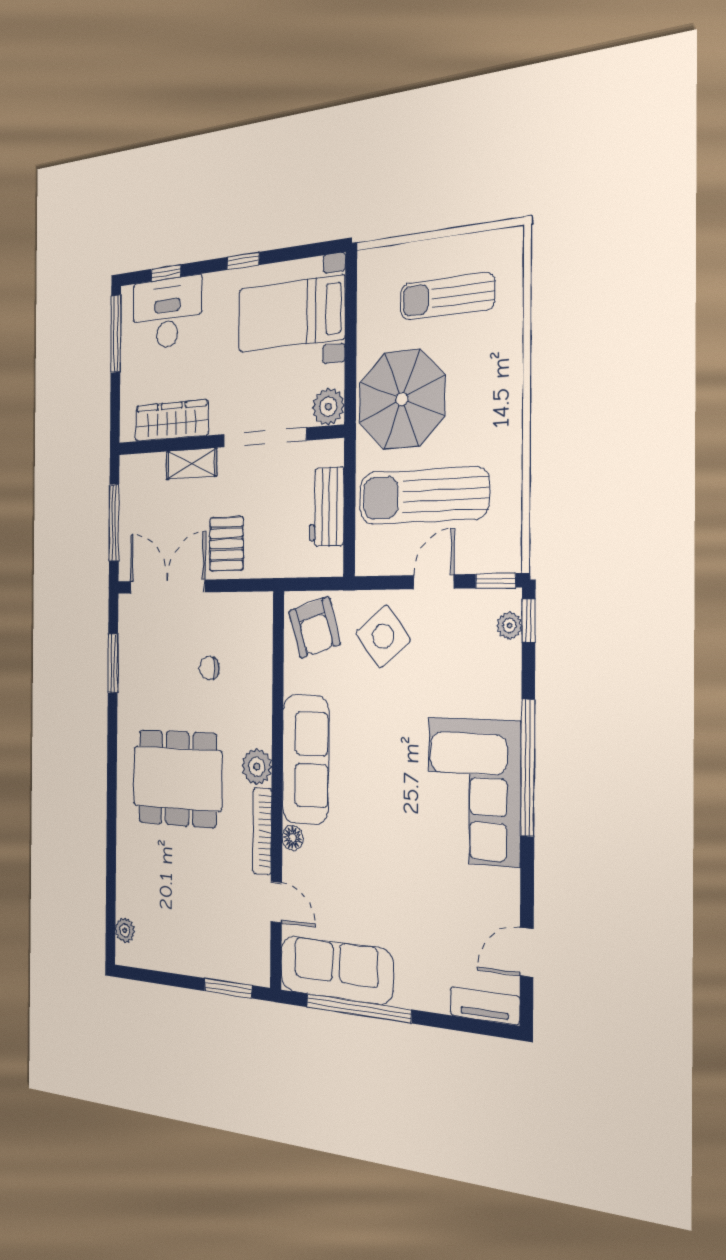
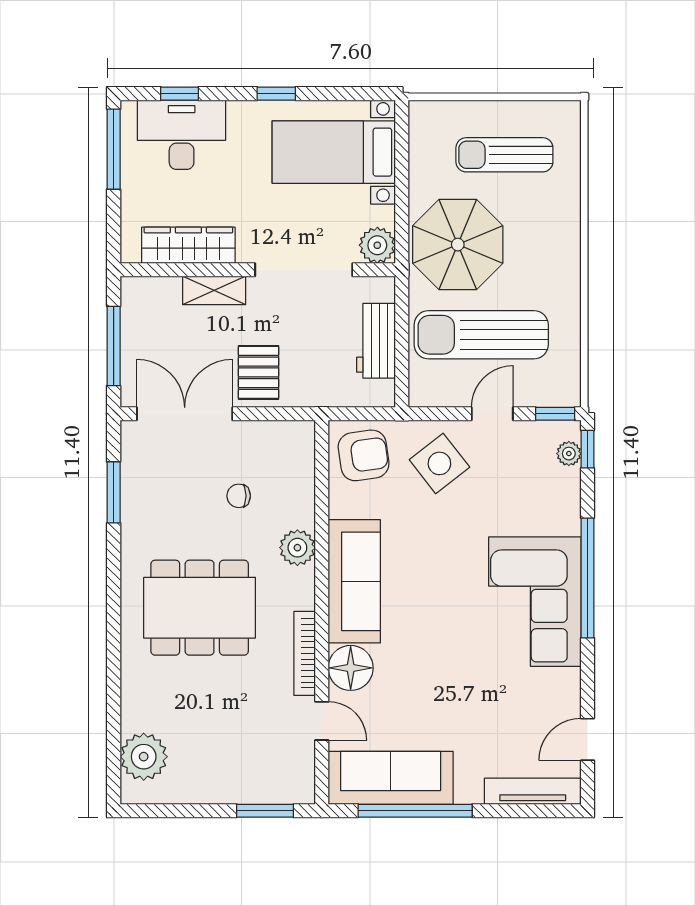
armchair: (315, 628) -> (364, 455), turned -81
plant: (257, 767) -> (297, 548), moved
floor lamp: (293, 838) -> (351, 668), width x1.89, depth x1.89
plant: (125, 930) -> (144, 757), width x1.87, depth x1.87
tv unit: (485, 1006) -> (533, 791), width x1.41

